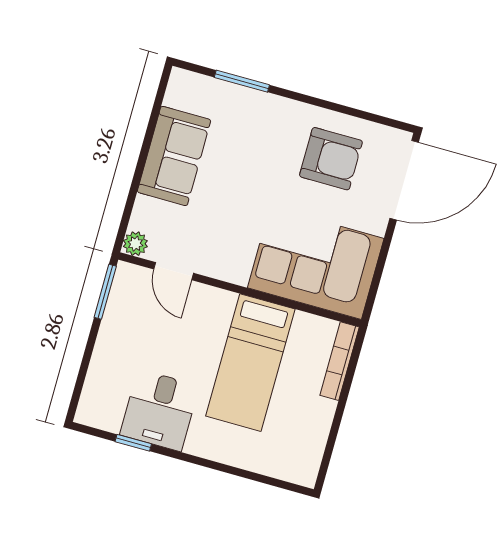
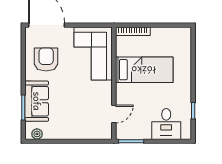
sofa: (174, 156) -> (37, 101), moved, turned 90
plant: (135, 244) -> (37, 134), moved
desk: (159, 410) -> (166, 124), moved, turned 90

